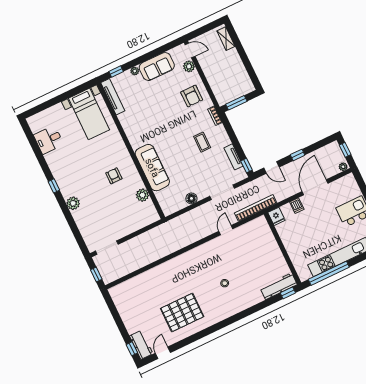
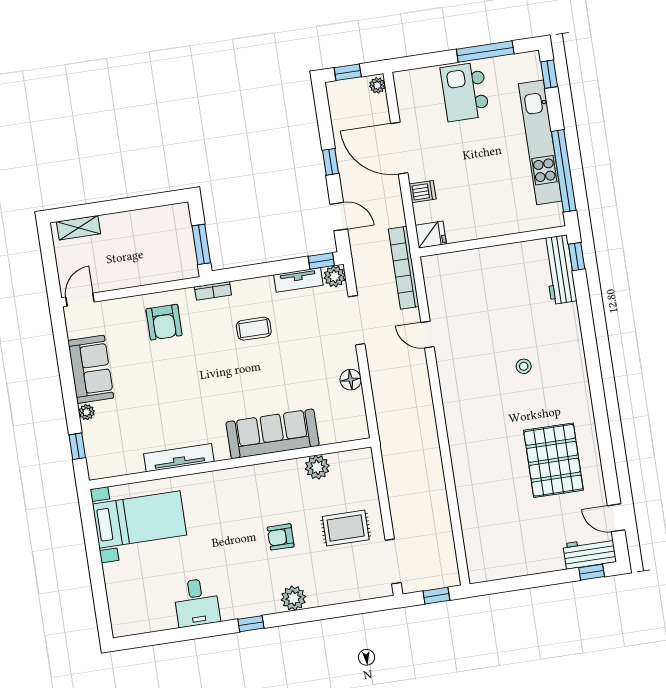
plant: (189, 66) -> (335, 276), moved
armchair: (192, 96) -> (164, 322), turned 90
tv unit: (113, 97) -> (179, 458), moved
desk: (49, 140) -> (197, 602), moved
door: (271, 167) -> (339, 217), hinge flipped
armchair: (114, 176) -> (281, 537), moved
rug: (116, 219) -> (346, 528), added

